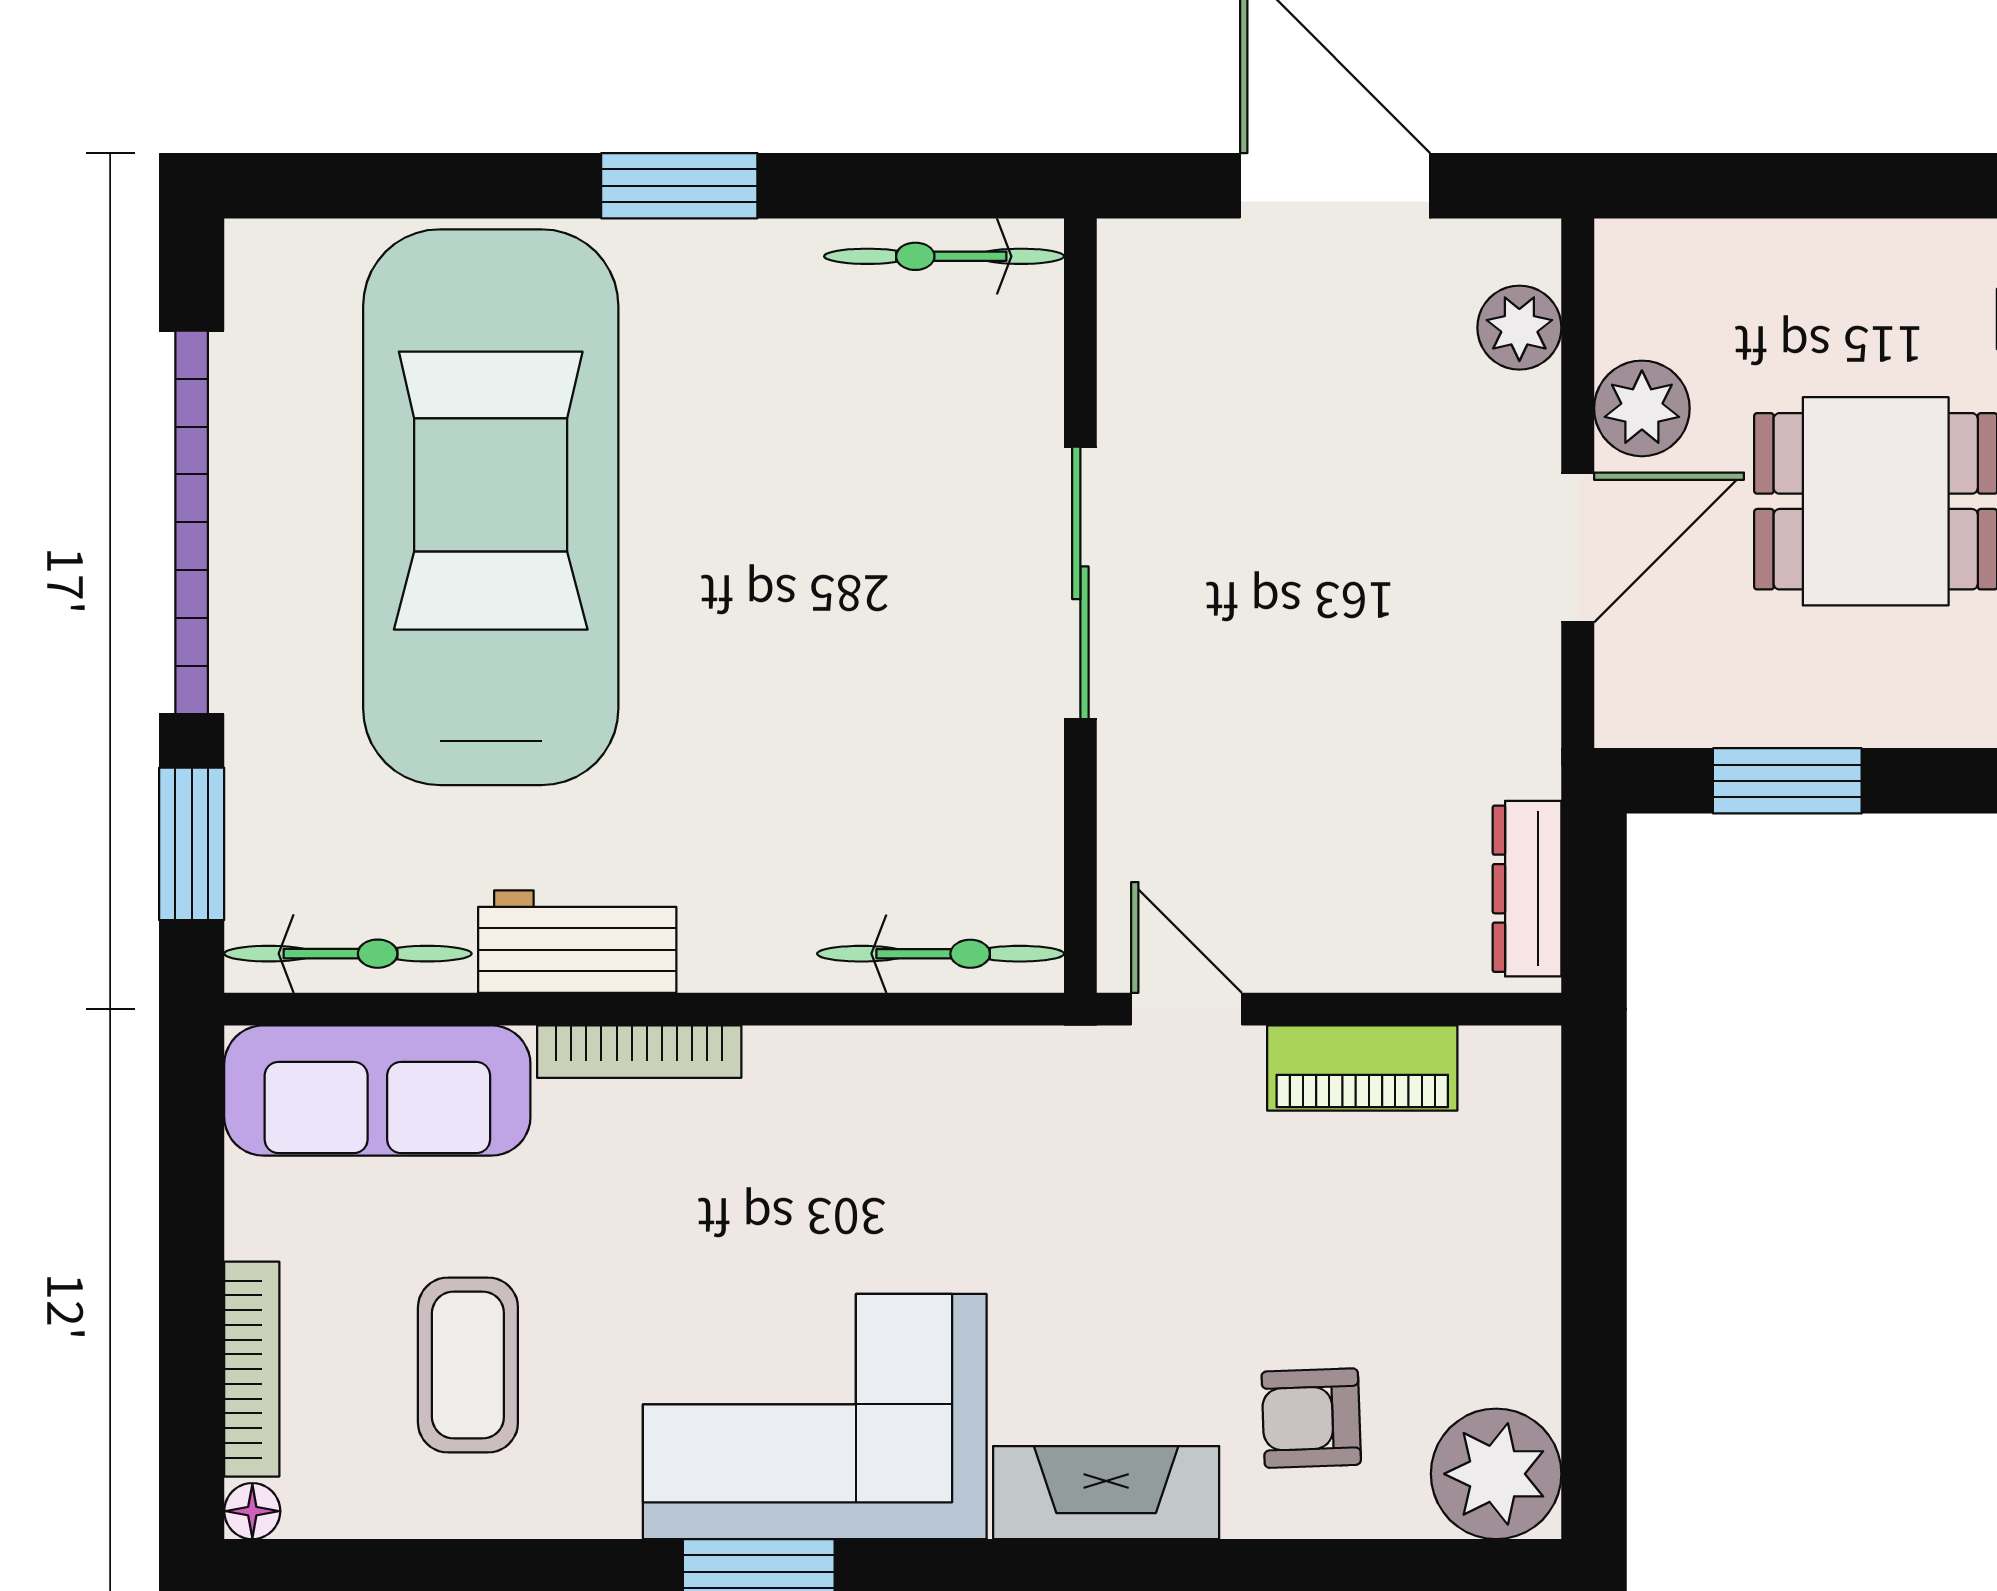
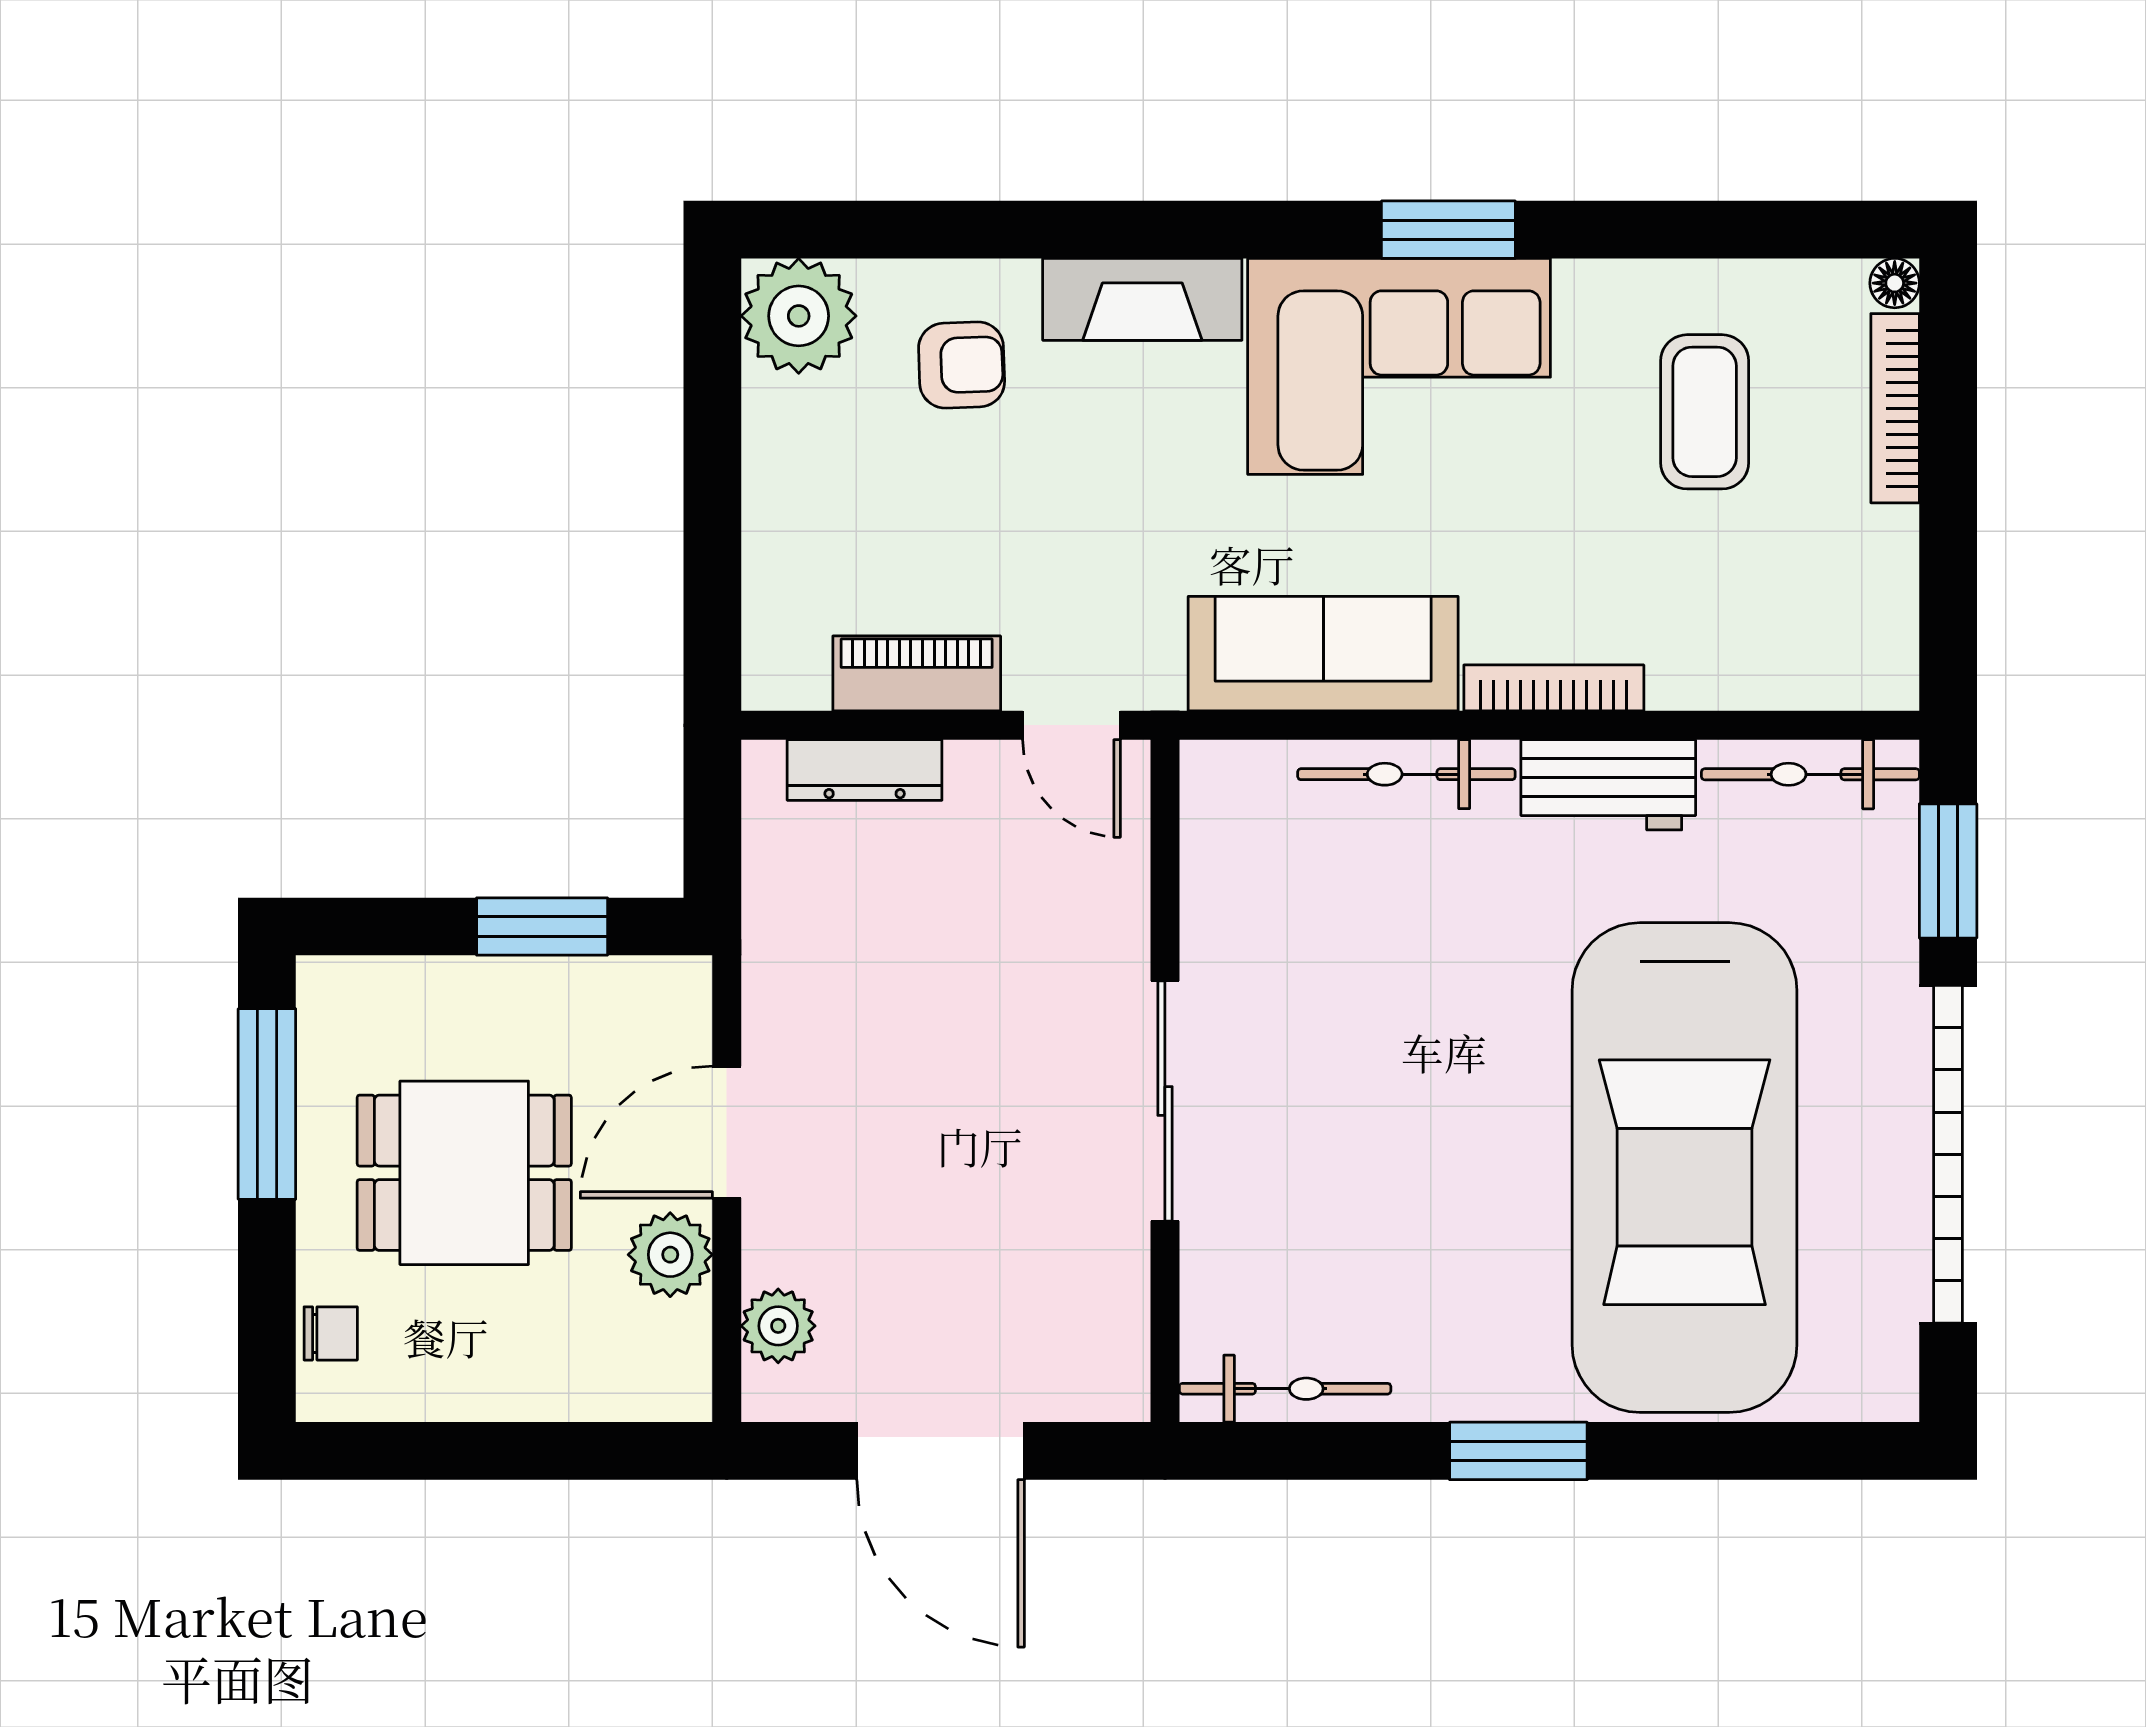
dresser: (1527, 889) -> (865, 770), moved, turned 90
bicycle: (941, 954) -> (1406, 774), moved
sofa: (377, 1091) -> (1323, 654), moved

